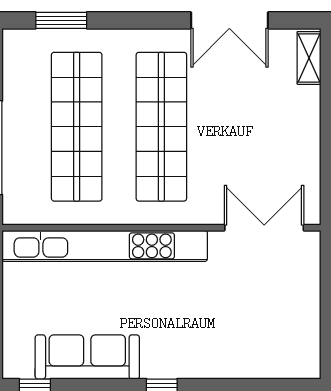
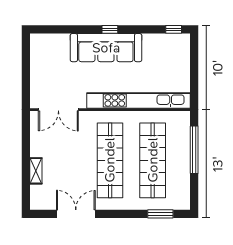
shelving: (309, 58) -> (36, 171), moved
sofa: (87, 357) -> (106, 48), moved, width x1.36, depth x1.27

